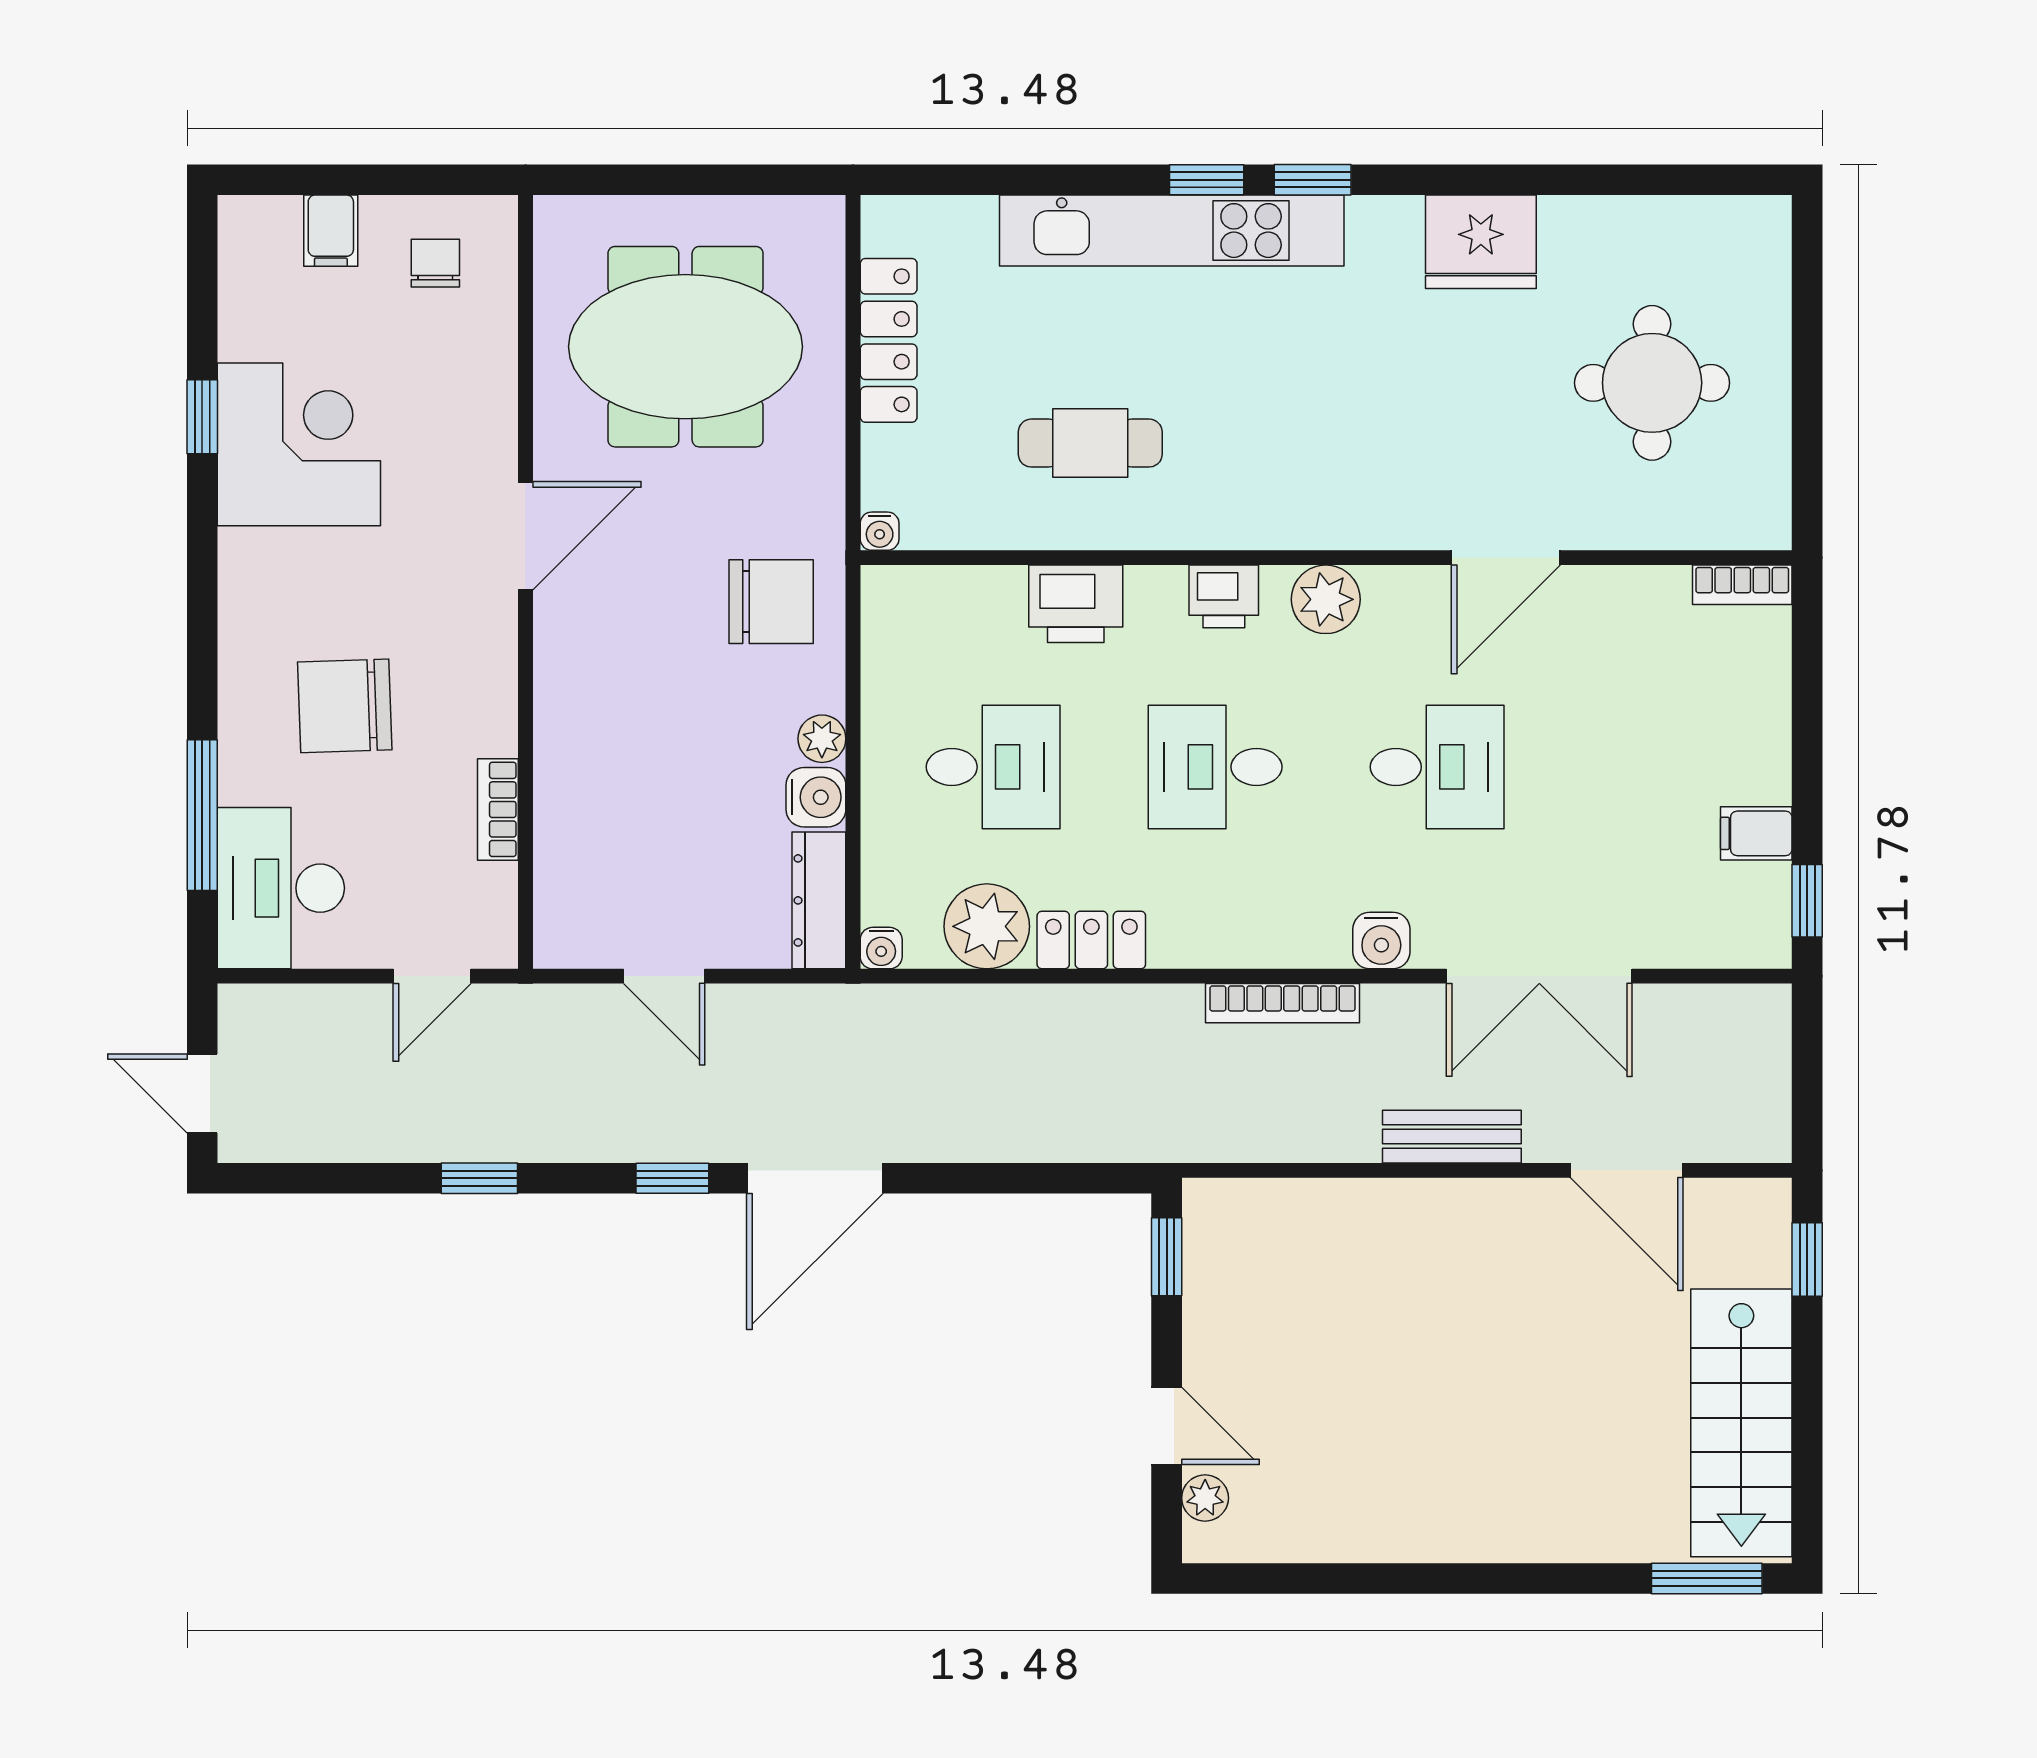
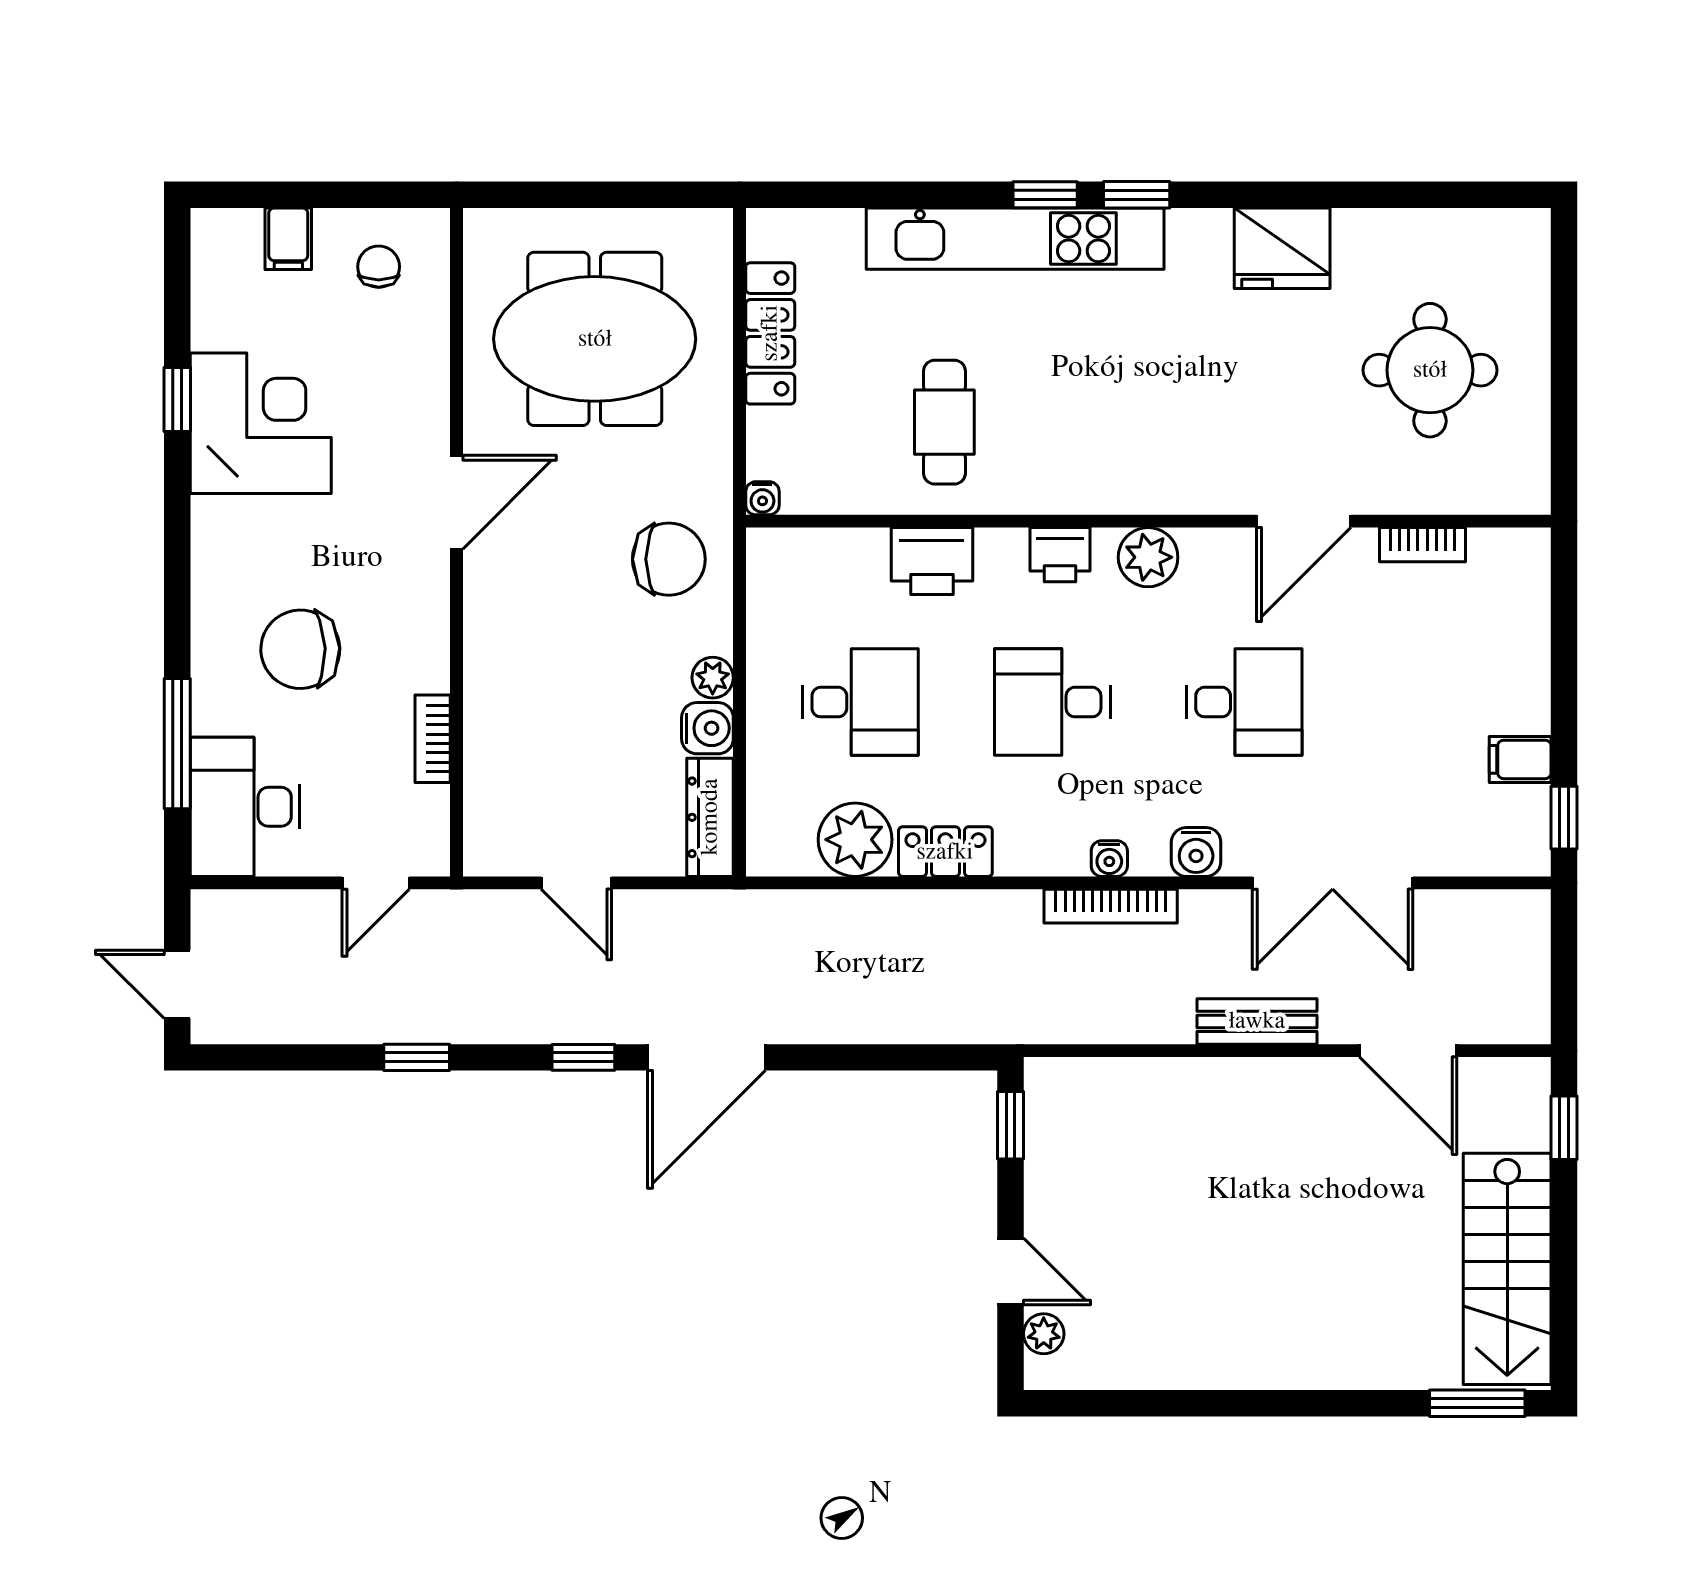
cafe table: (1090, 443) -> (944, 422), turned 90
bookcase: (1742, 585) -> (1422, 545), moved
water cooler: (881, 948) -> (1109, 859), moved

